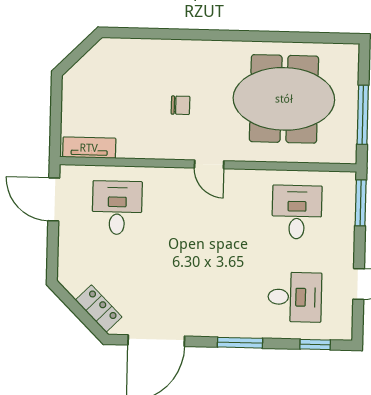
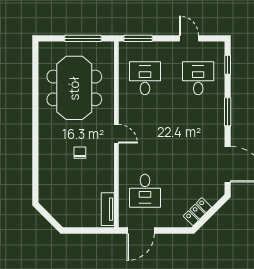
door: (209, 164) -> (116, 134), hinge flipped
desk: (117, 208) -> (145, 191), turned -90
desk: (297, 212) -> (145, 78), turned 90
locker: (99, 309) -> (197, 212), moved

